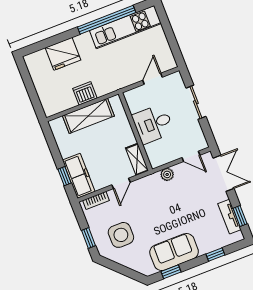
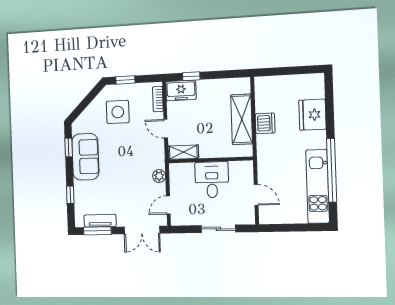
freezer: (79, 176) -> (181, 91), width x0.71
window: (240, 216) -> (97, 231), width x1.50

